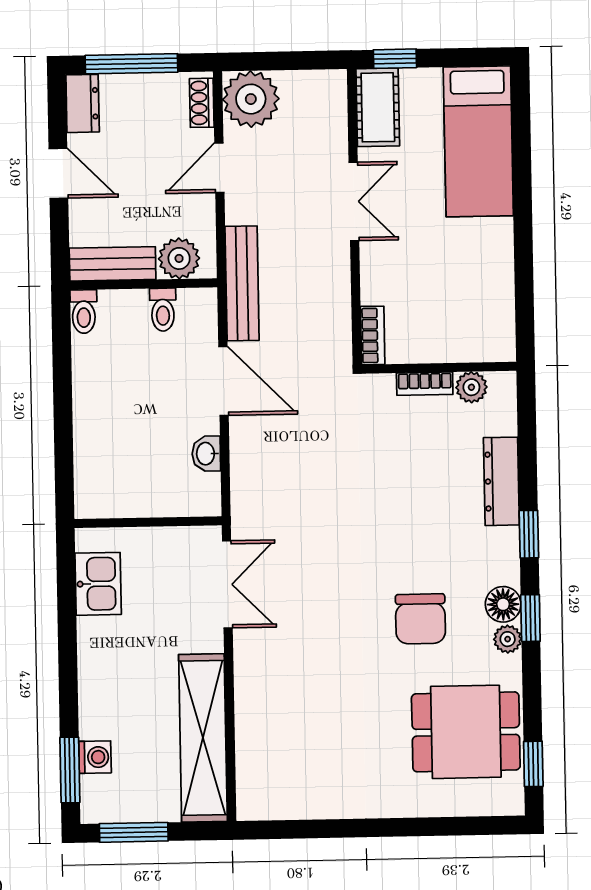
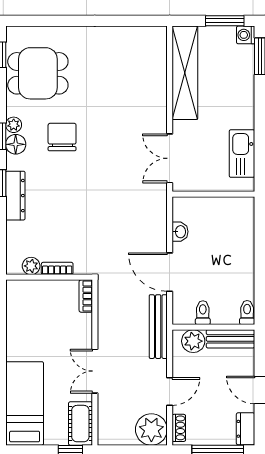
dresser: (501, 481) -> (15, 196), moved
kitchen sink: (98, 584) -> (242, 154), width x1.38
washing machine: (95, 757) -> (246, 35), moved

